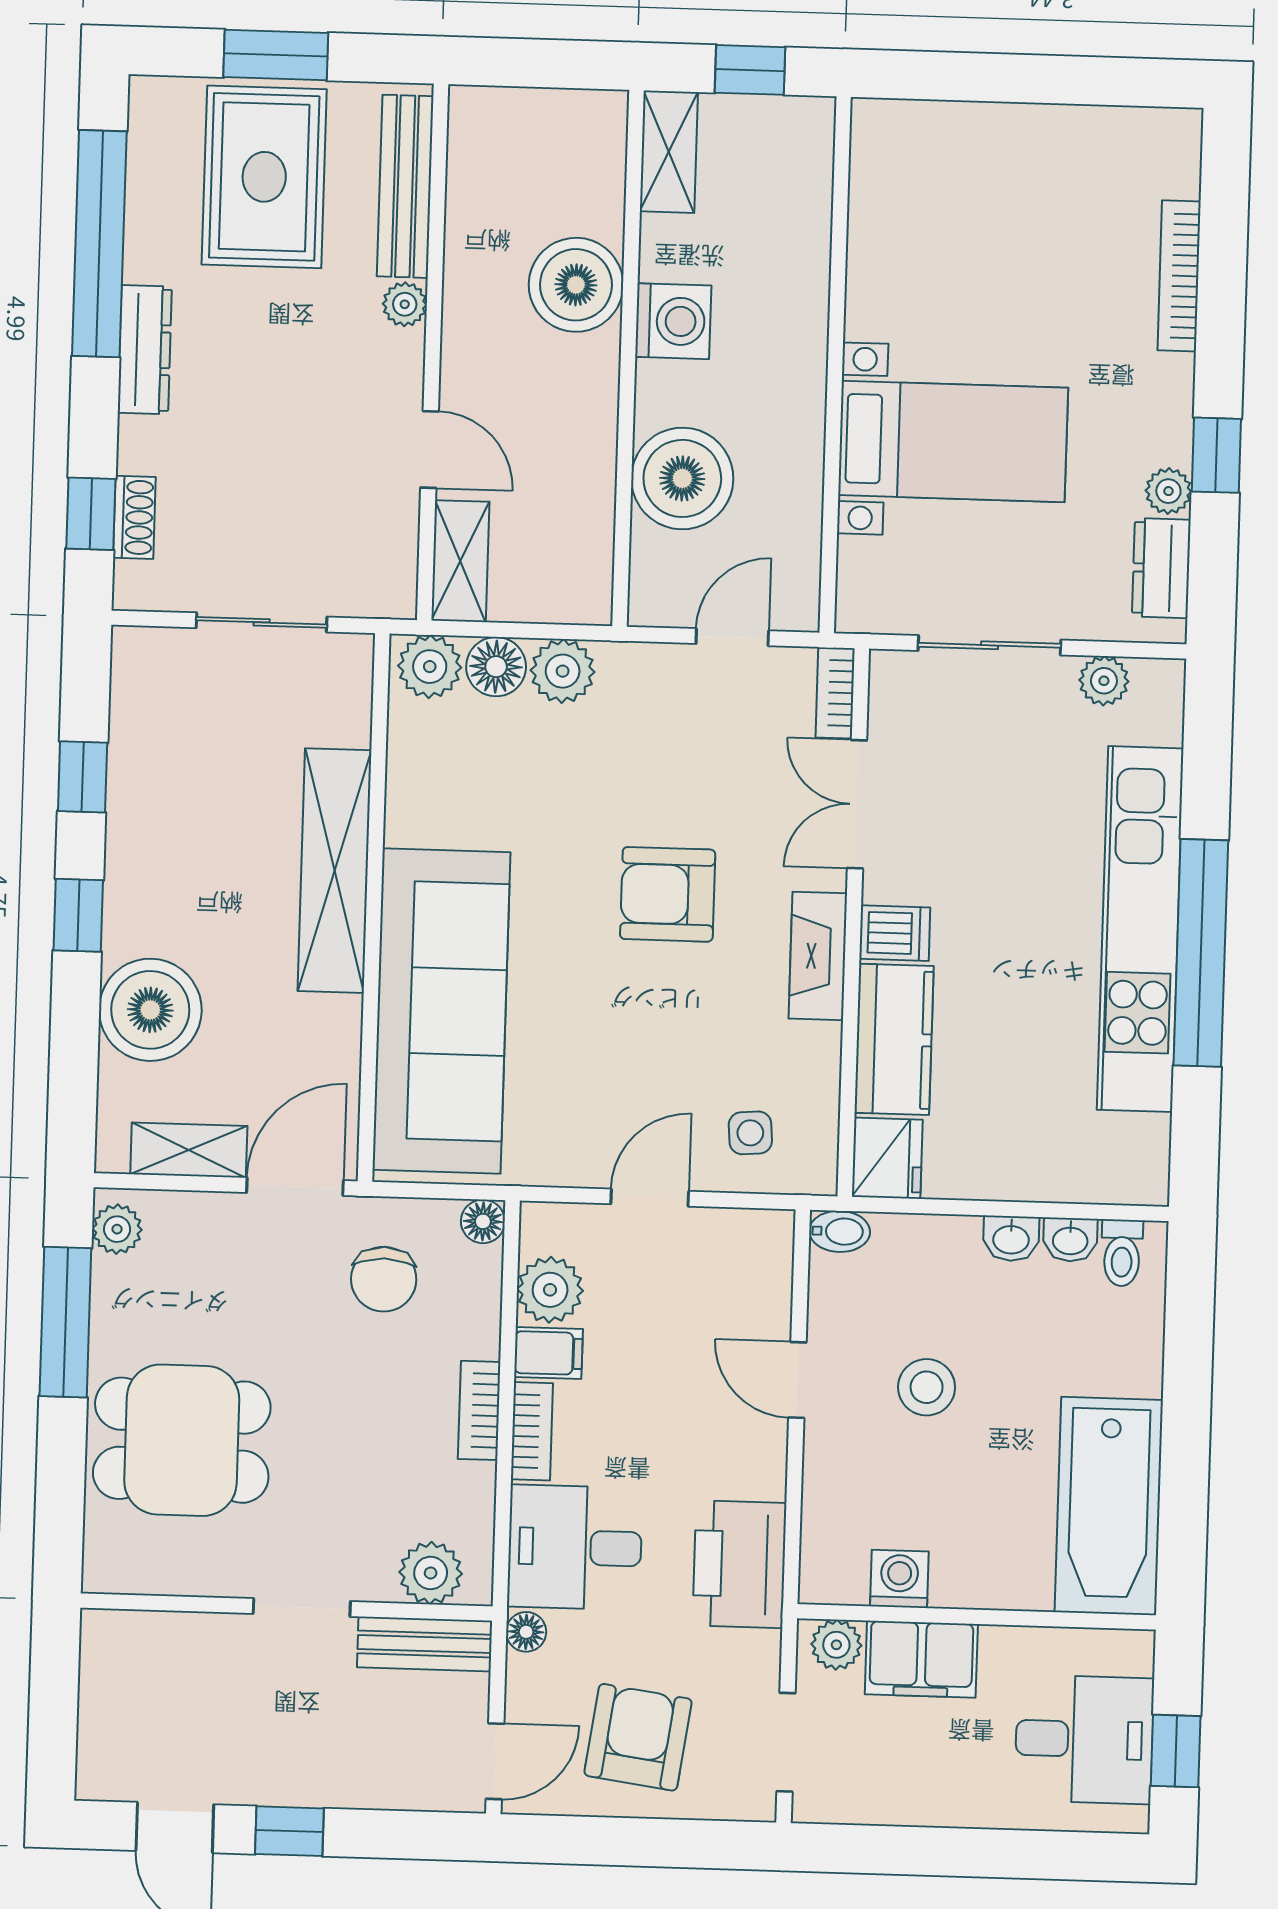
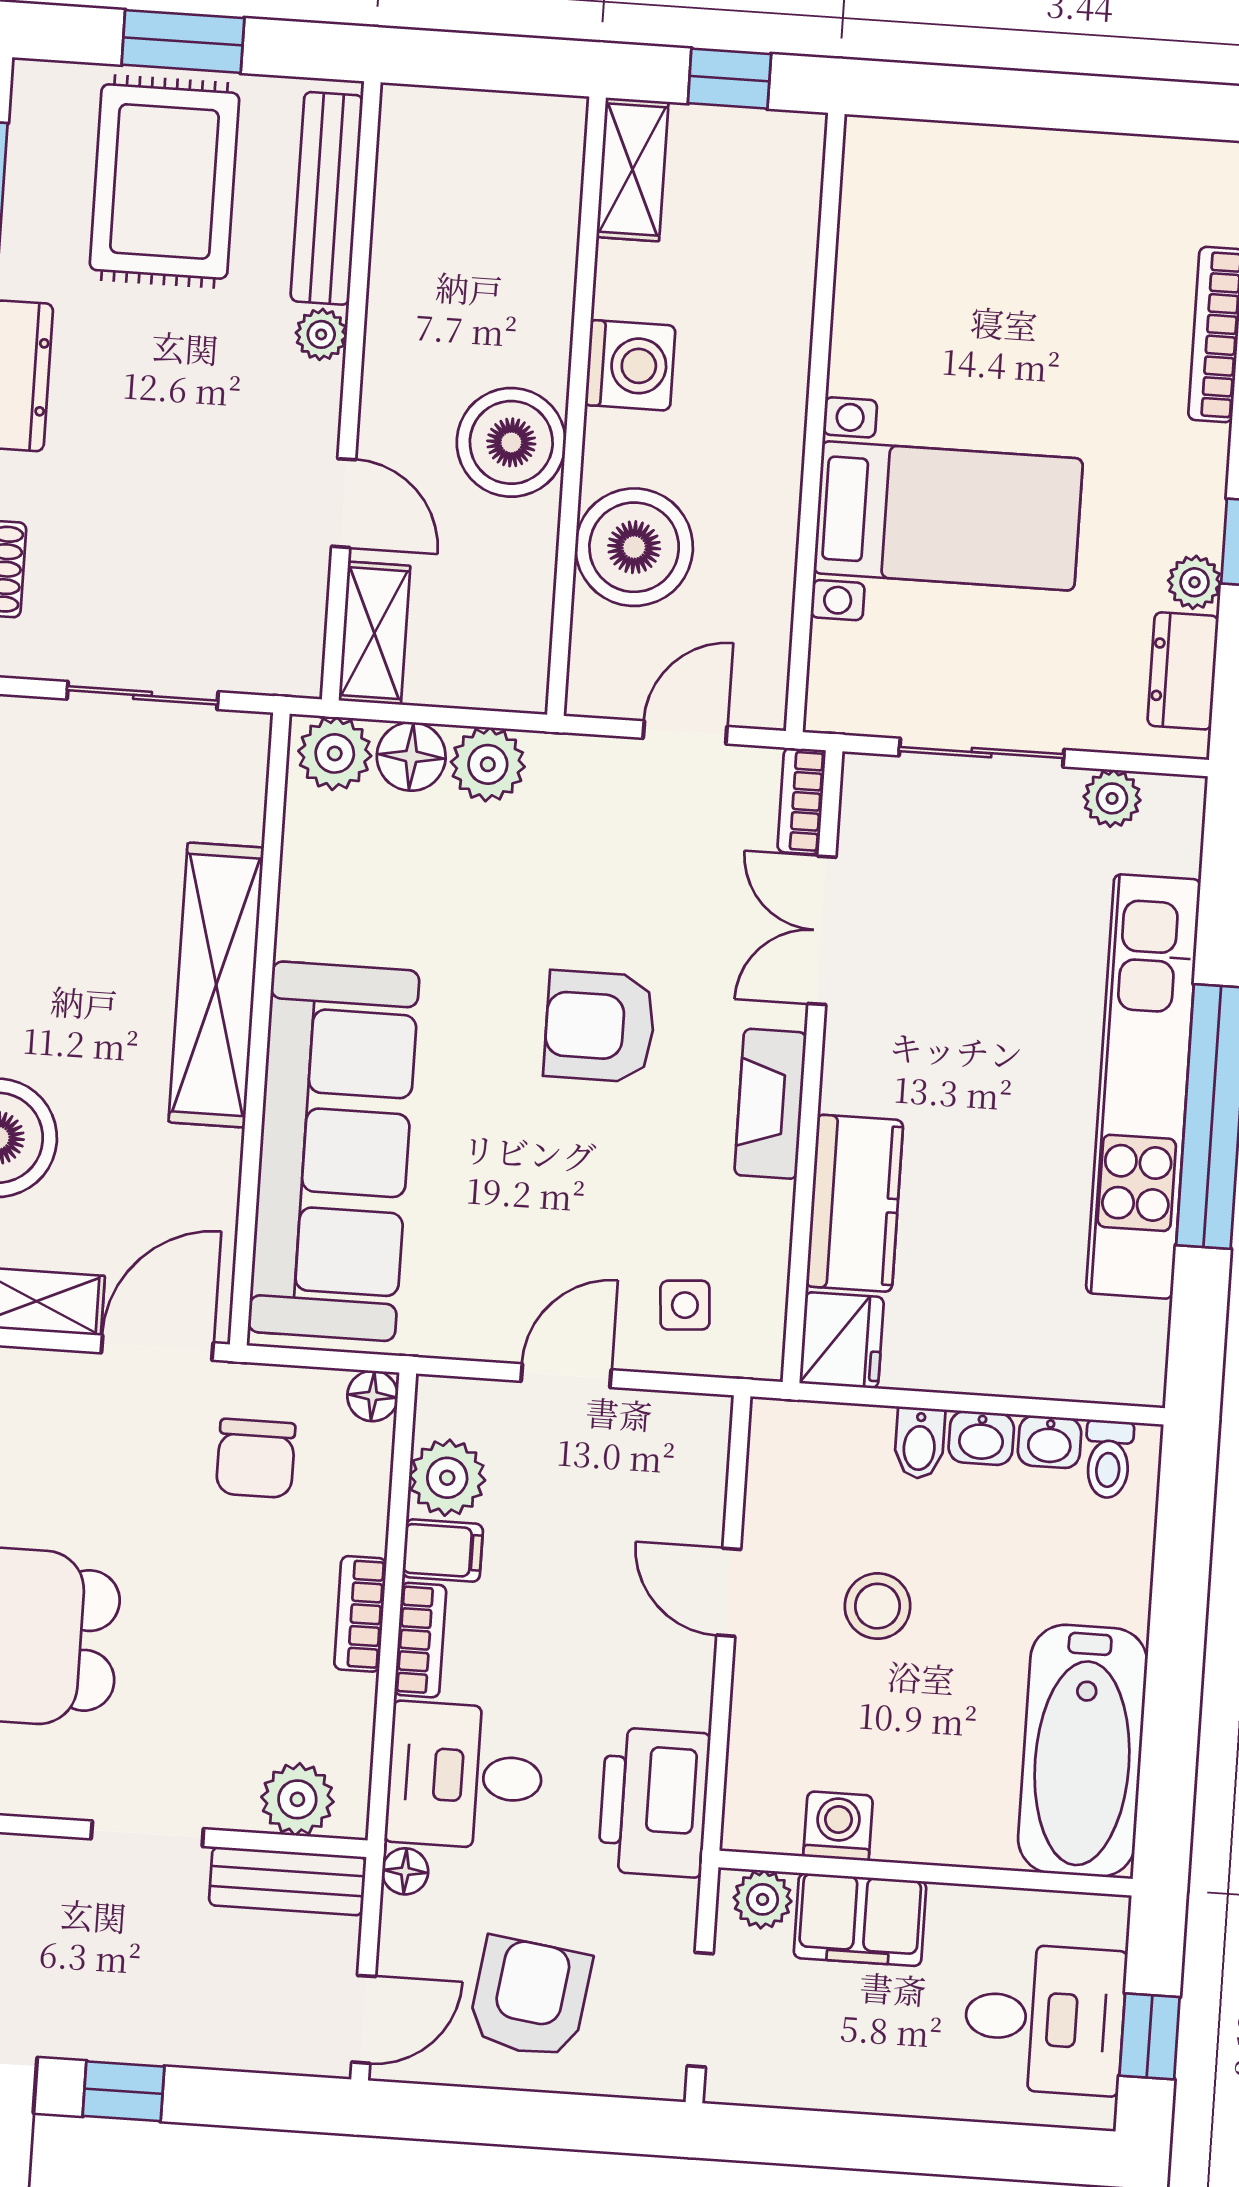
boiler: (576, 285) -> (511, 442), moved
dishwasher: (895, 933) -> (860, 1081), removed
bidet: (840, 1231) -> (919, 1443), moved, turned 90

